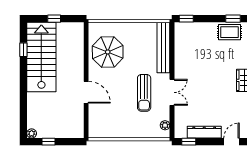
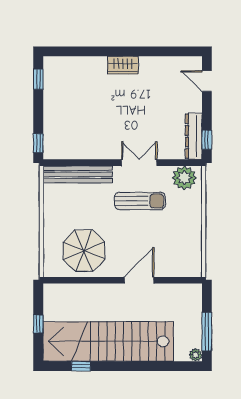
rug: (229, 32) -> (57, 84), removed
stairs: (41, 57) -> (108, 341), width x1.36
plant: (165, 125) -> (184, 178), width x1.88, depth x1.88
dresser: (204, 132) -> (194, 136), moved
window: (49, 142) -> (207, 332), width x2.17

